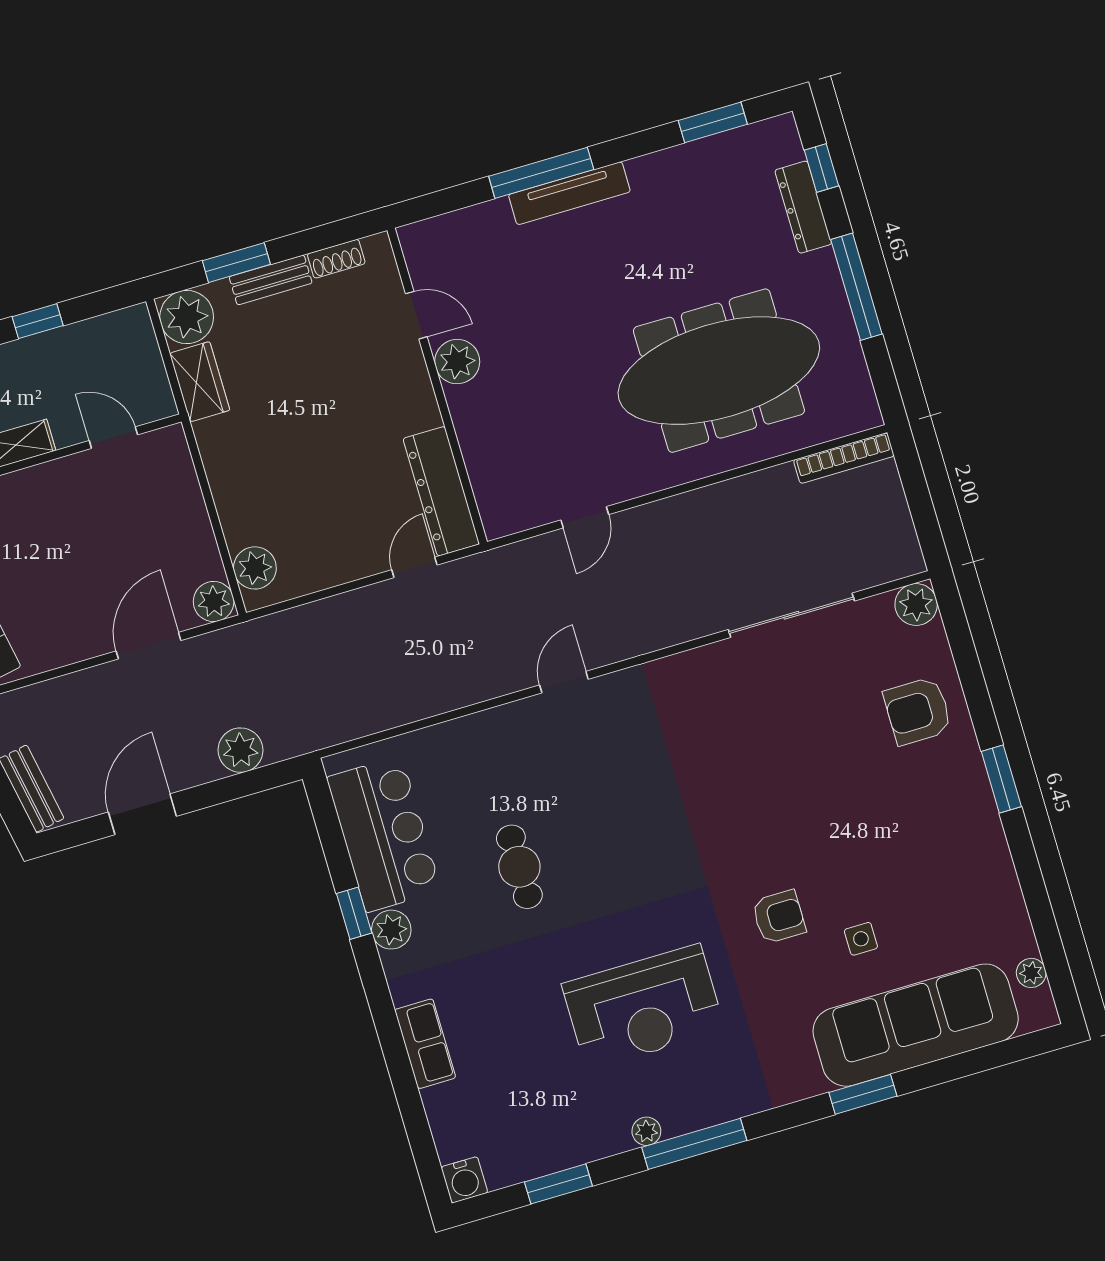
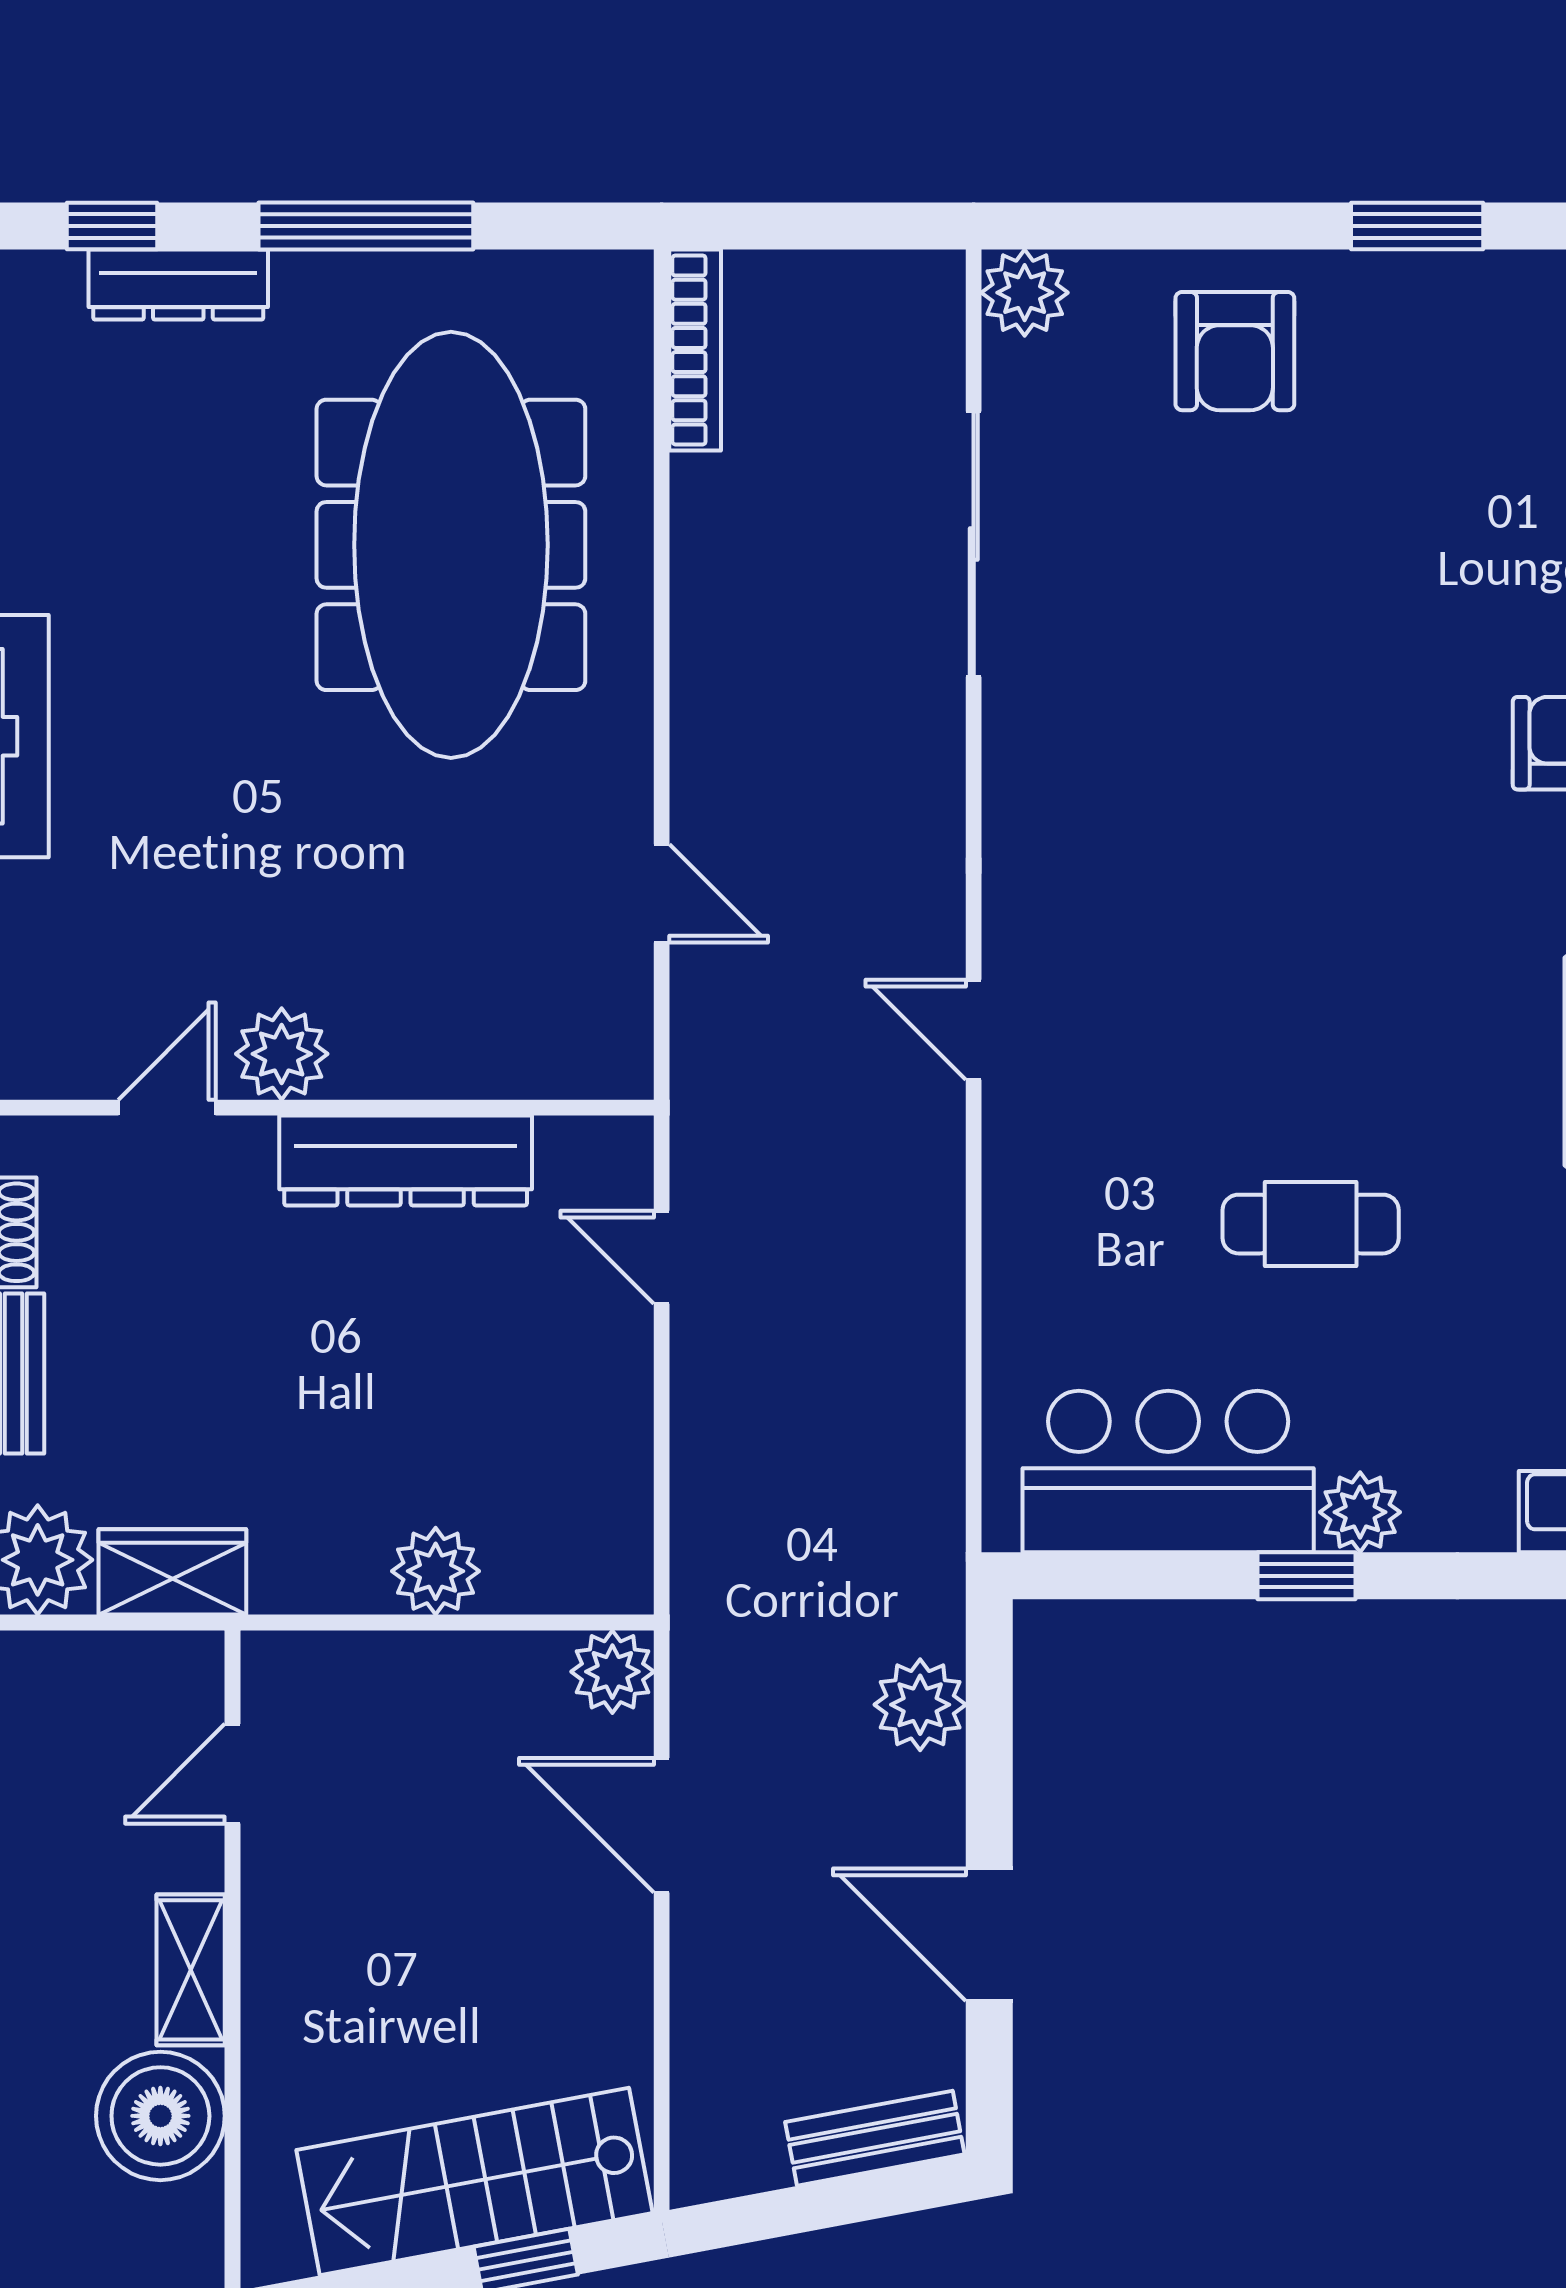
dresser: (441, 491) -> (406, 1160), moved
plant: (255, 568) -> (436, 1571), moved

